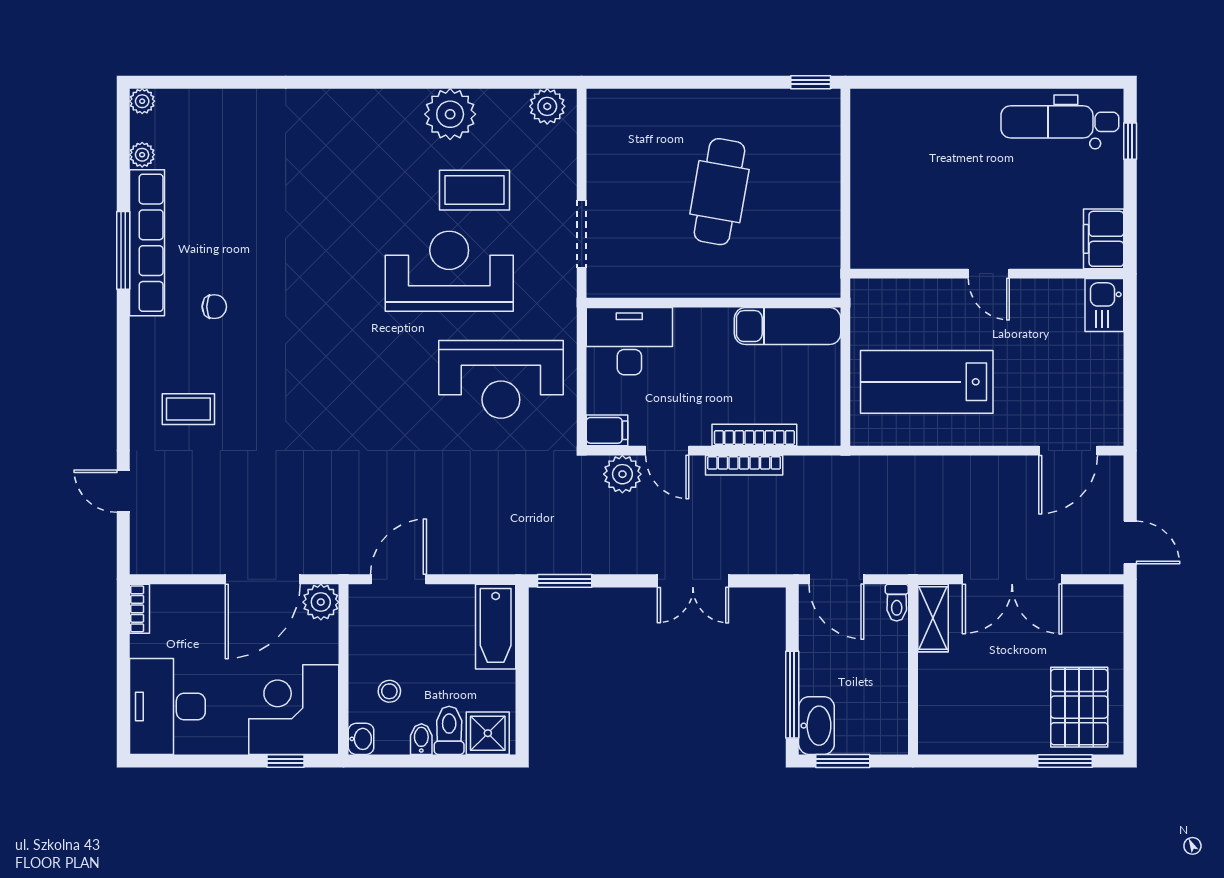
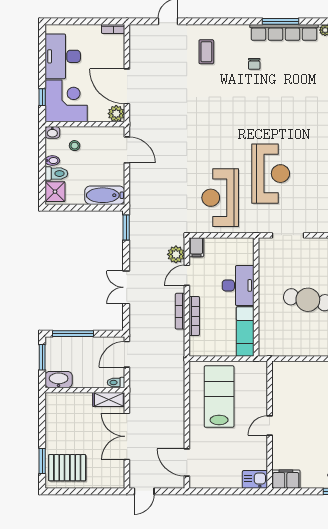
coffee table: (474, 190) -> (309, 185), removed
desk: (629, 341) -> (238, 285), moved
desk: (167, 707) -> (63, 56), moved, turned -90
washbasin: (816, 726) -> (59, 380), moved, turned 180

